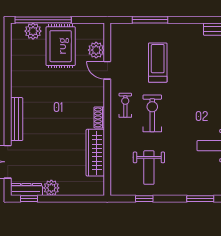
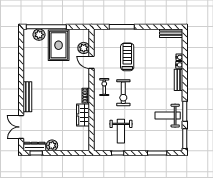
exercise bike: (152, 113) -> (123, 93), turned 180
wardrobe: (95, 153) -> (83, 115), width x0.67

